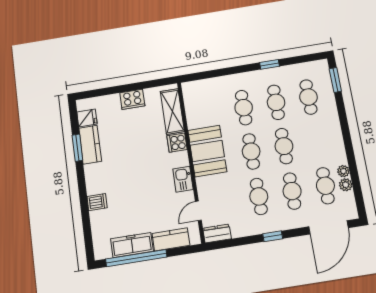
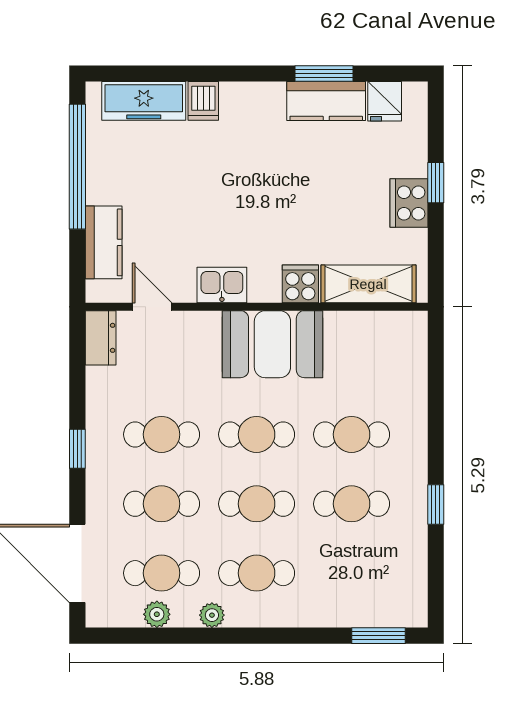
window: (121, 89) -> (436, 183), added
cafe table: (308, 97) -> (257, 573), moved
plant: (343, 171) -> (212, 615), moved
freezer: (132, 245) -> (144, 101), moved, turned 90

